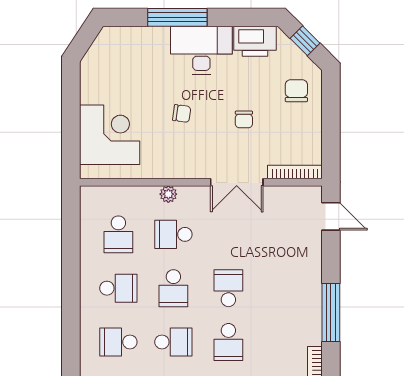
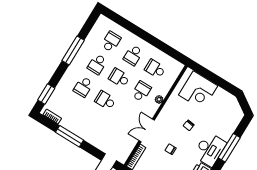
school desk: (228, 288) -> (105, 100), turned 180
school desk: (228, 342) -> (83, 87), turned -90

